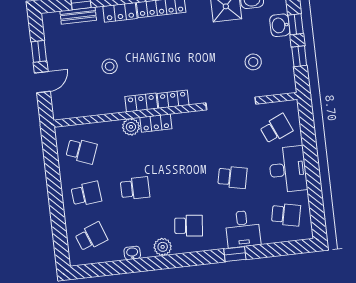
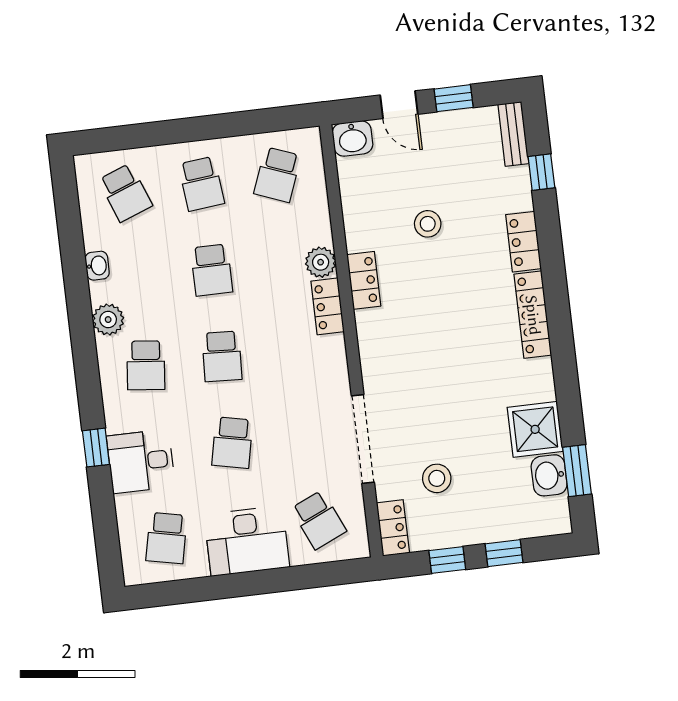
bench: (78, 16) -> (513, 134), moved
washbasin: (280, 25) -> (353, 138), moved, turned 180
locker: (173, 99) -> (393, 528), moved
school desk: (184, 183) -> (222, 356), added

